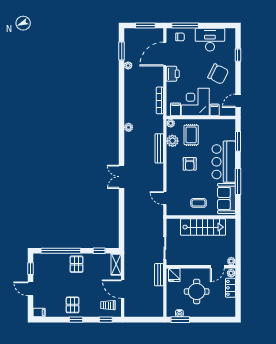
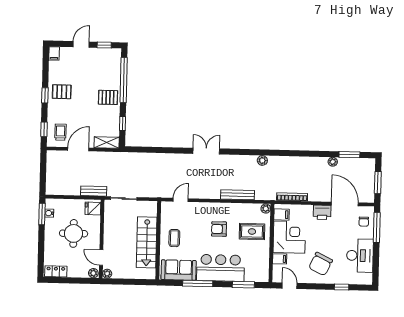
plant: (172, 141) -> (246, 210), removed
locker: (230, 288) -> (56, 271), moved

